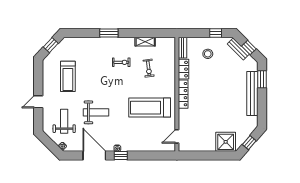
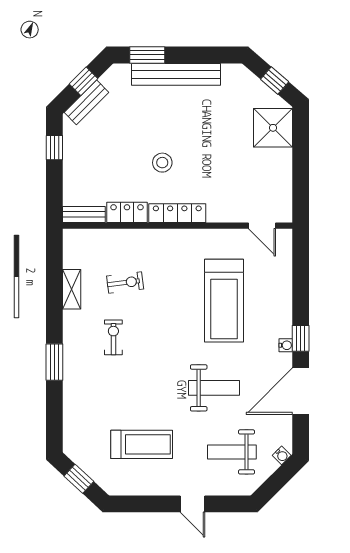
stool: (208, 54) -> (162, 163), moved
treadmill: (150, 108) -> (224, 301), moved
weight bench: (96, 112) -> (214, 388), turned 90

